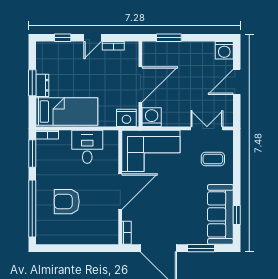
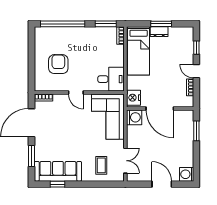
desk: (87, 147) -> (111, 79), moved
door: (120, 192) -> (76, 93), width x0.53
armchair: (67, 202) -> (58, 64), moved

